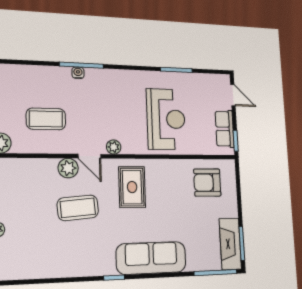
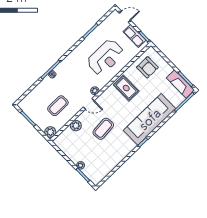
reception desk: (166, 119) -> (105, 57), turned 90
plant: (68, 168) -> (76, 126), moved
armchair: (207, 183) -> (147, 67), turned -90
rug: (132, 187) -> (126, 88), moved
sofa: (151, 258) -> (150, 119), width x1.36, depth x1.27

